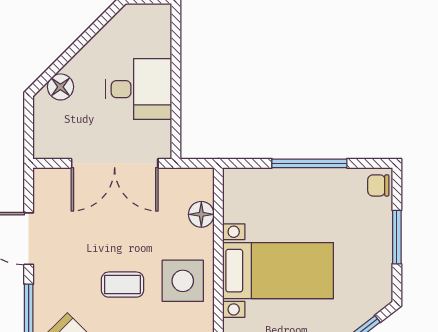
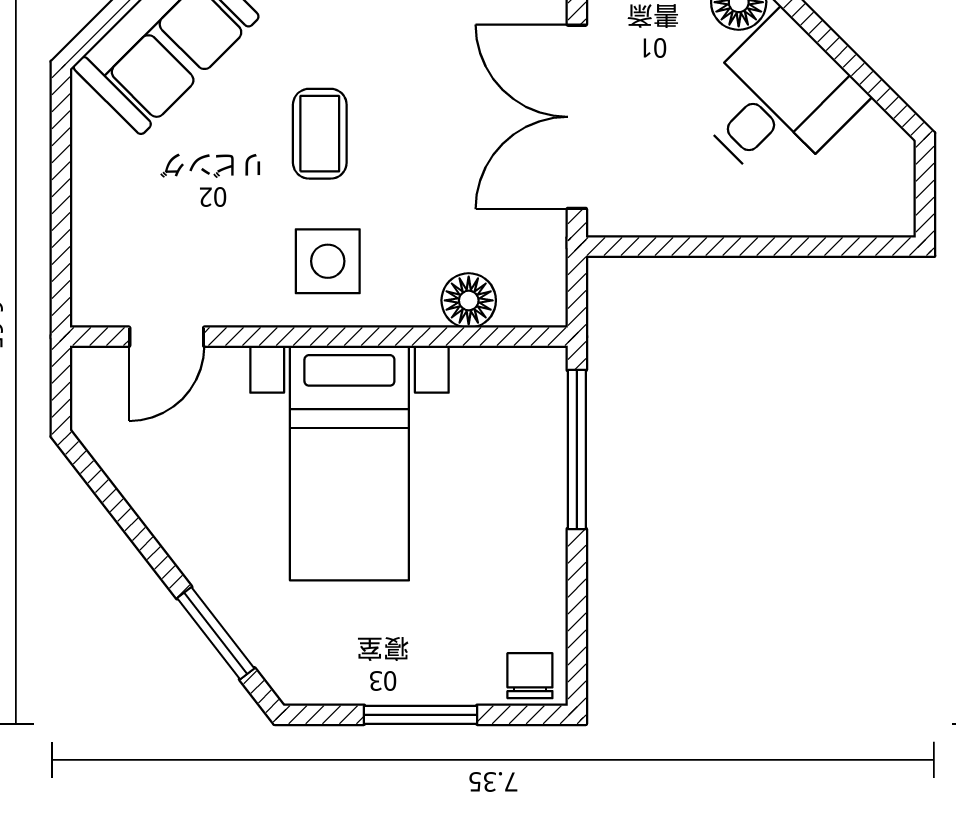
desk: (139, 89) -> (778, 100), moved, turned -135
window: (309, 163) -> (577, 449), moved
side table: (183, 281) -> (328, 261), width x0.73, depth x0.73

